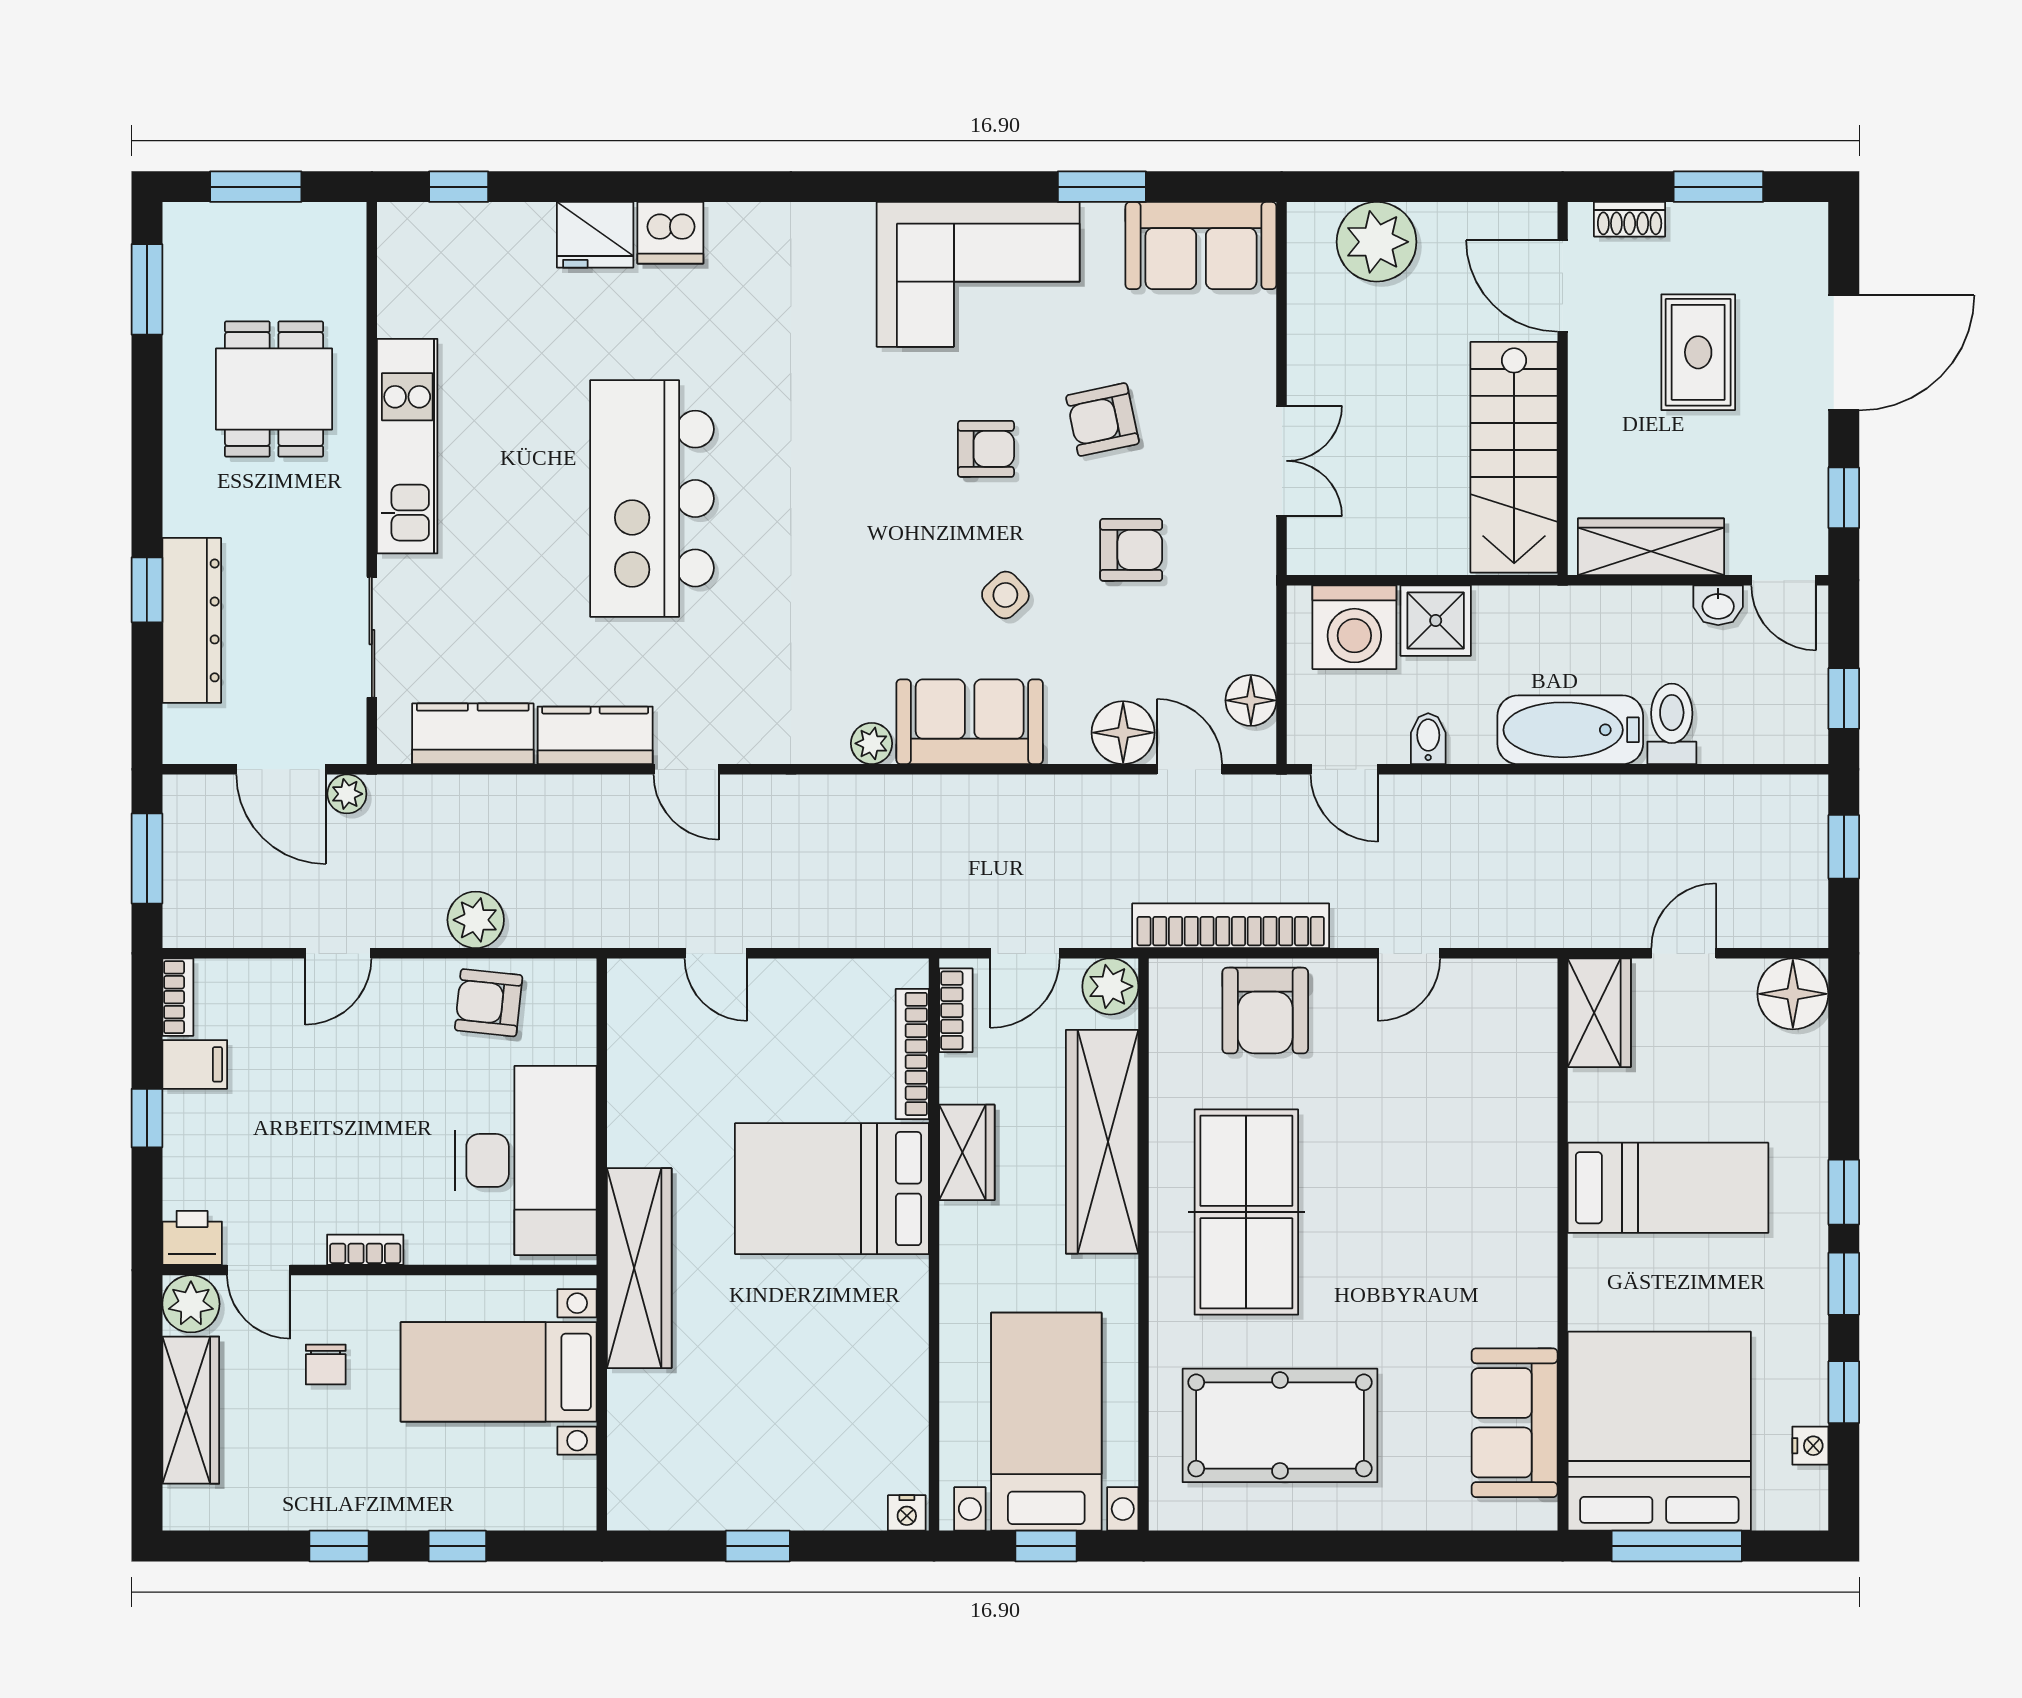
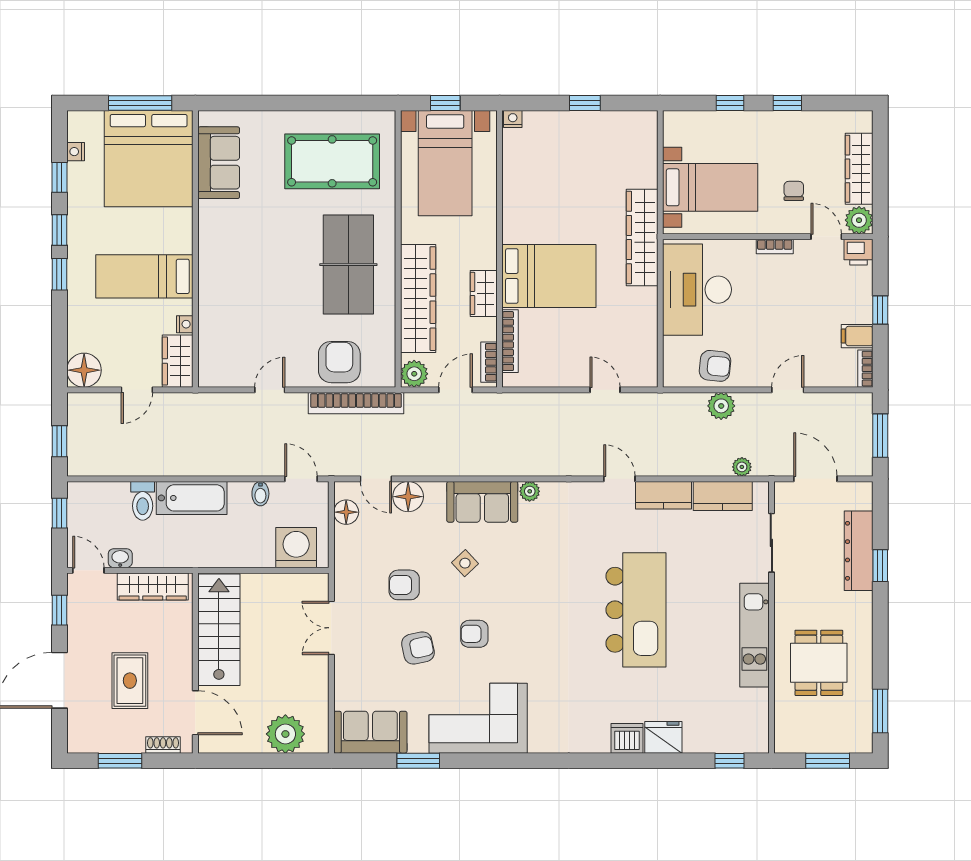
shower: (1436, 621) -> (257, 551), removed
plant: (347, 794) -> (742, 467), moved
nightstand: (1585, 1089) -> (185, 324), added

